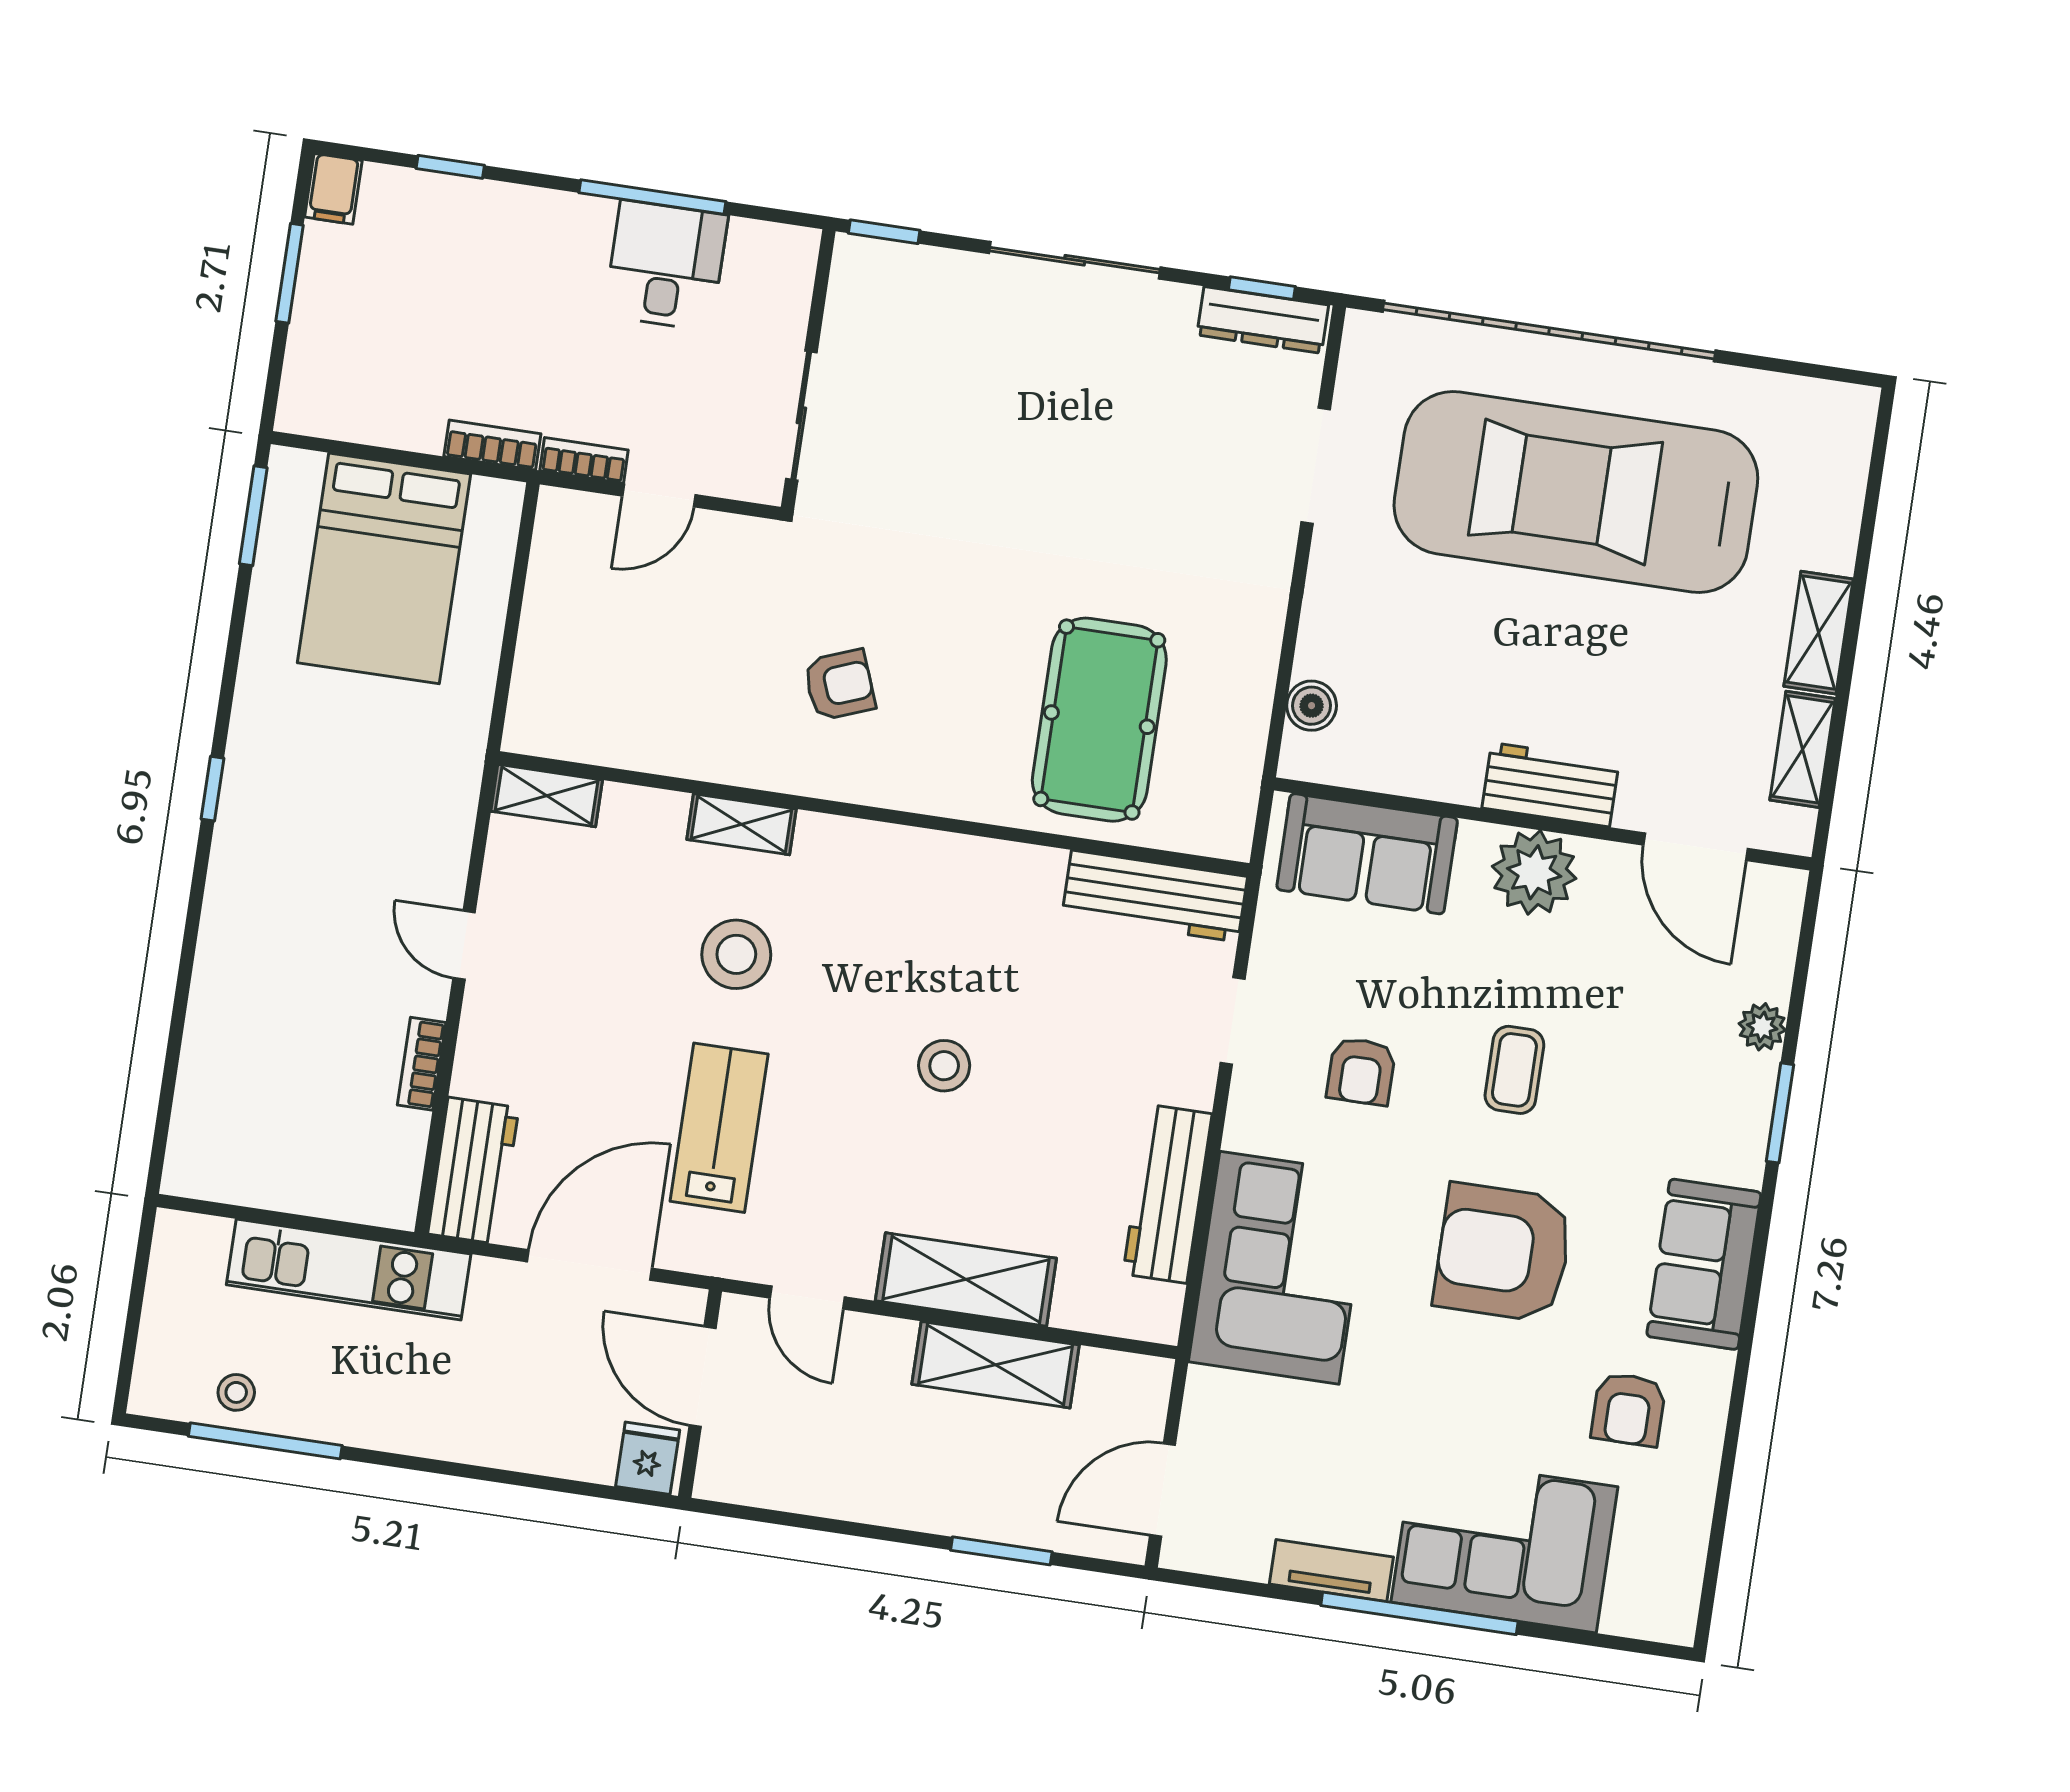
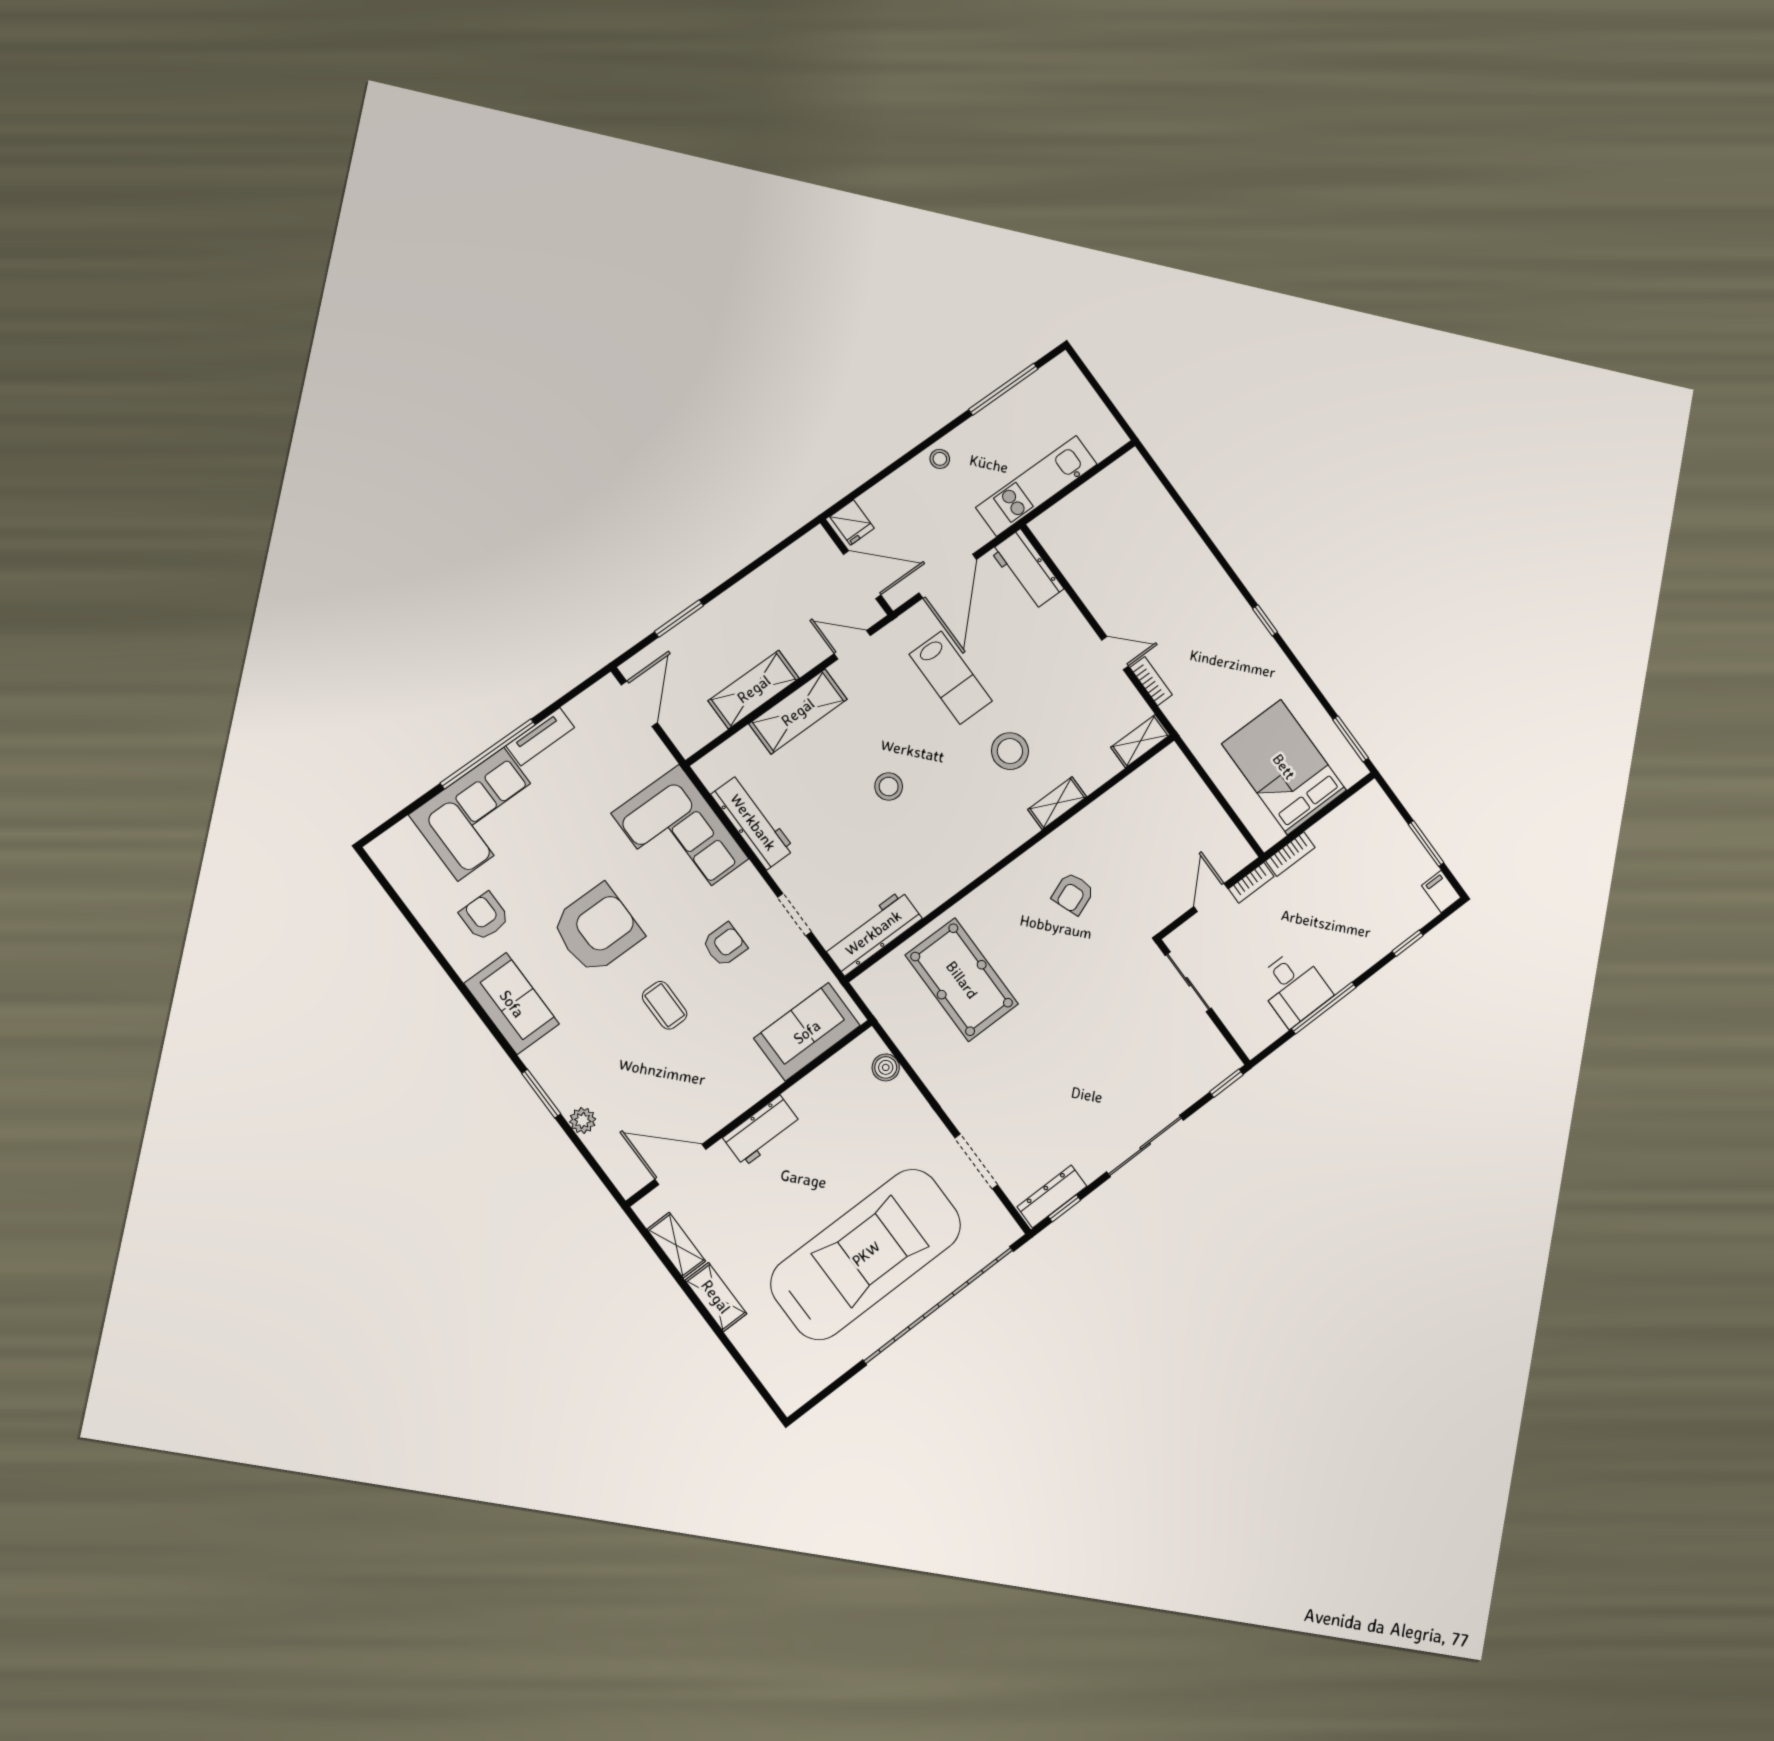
plant: (1534, 872) -> (734, 1090), removed
bookcase: (422, 1064) -> (1151, 681), moved
armchair: (1361, 1071) -> (725, 945), turned 90
stool: (236, 1392) -> (940, 459), moved

